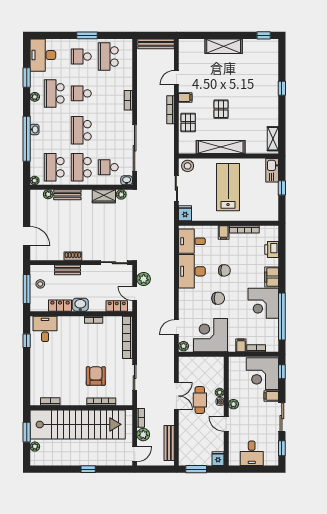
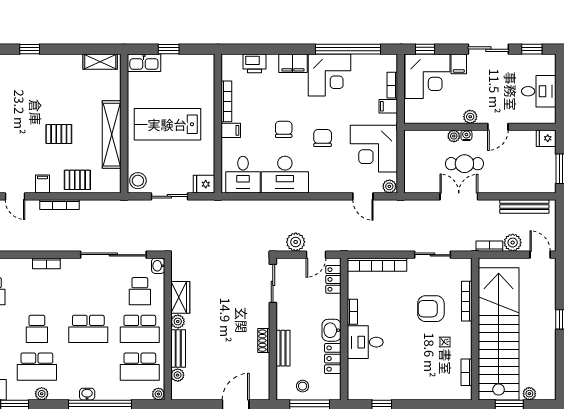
plant: (121, 194) -> (178, 321), moved
desk: (45, 329) -> (365, 342), moved

